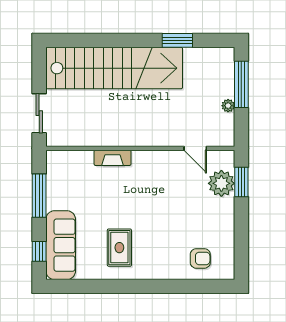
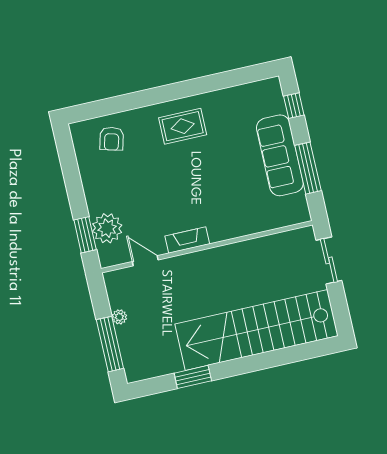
fireplace: (113, 158) -> (187, 240), moved
sofa: (61, 245) -> (280, 155), moved
rug: (119, 248) -> (183, 126), moved, turned 90
armchair: (200, 258) -> (112, 139), turned -75

